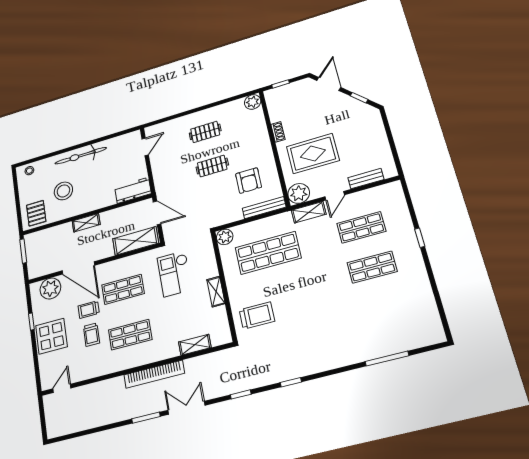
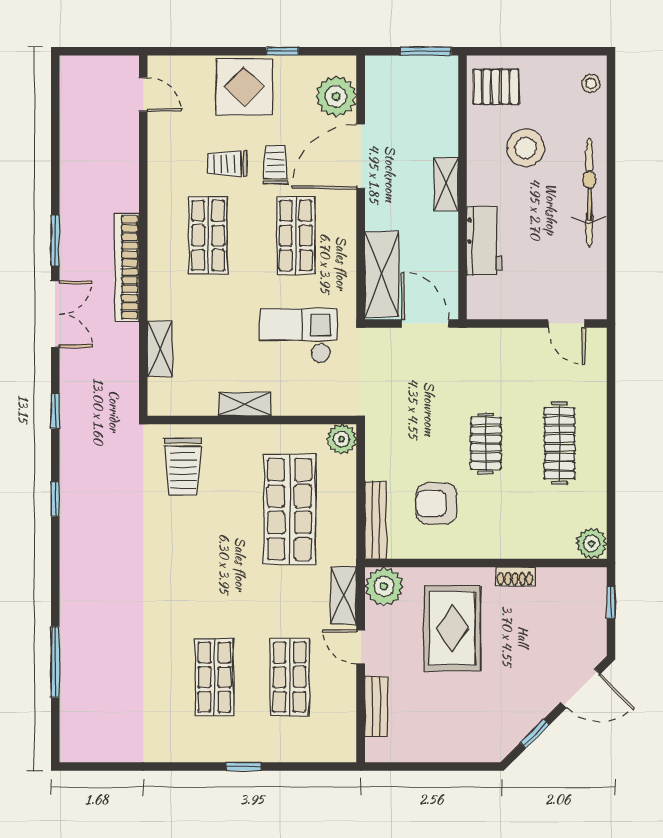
clothes rail: (205, 132) -> (560, 443), width x1.36
workbench: (133, 190) -> (484, 241), moved
door: (157, 213) -> (425, 324), swing flipped

